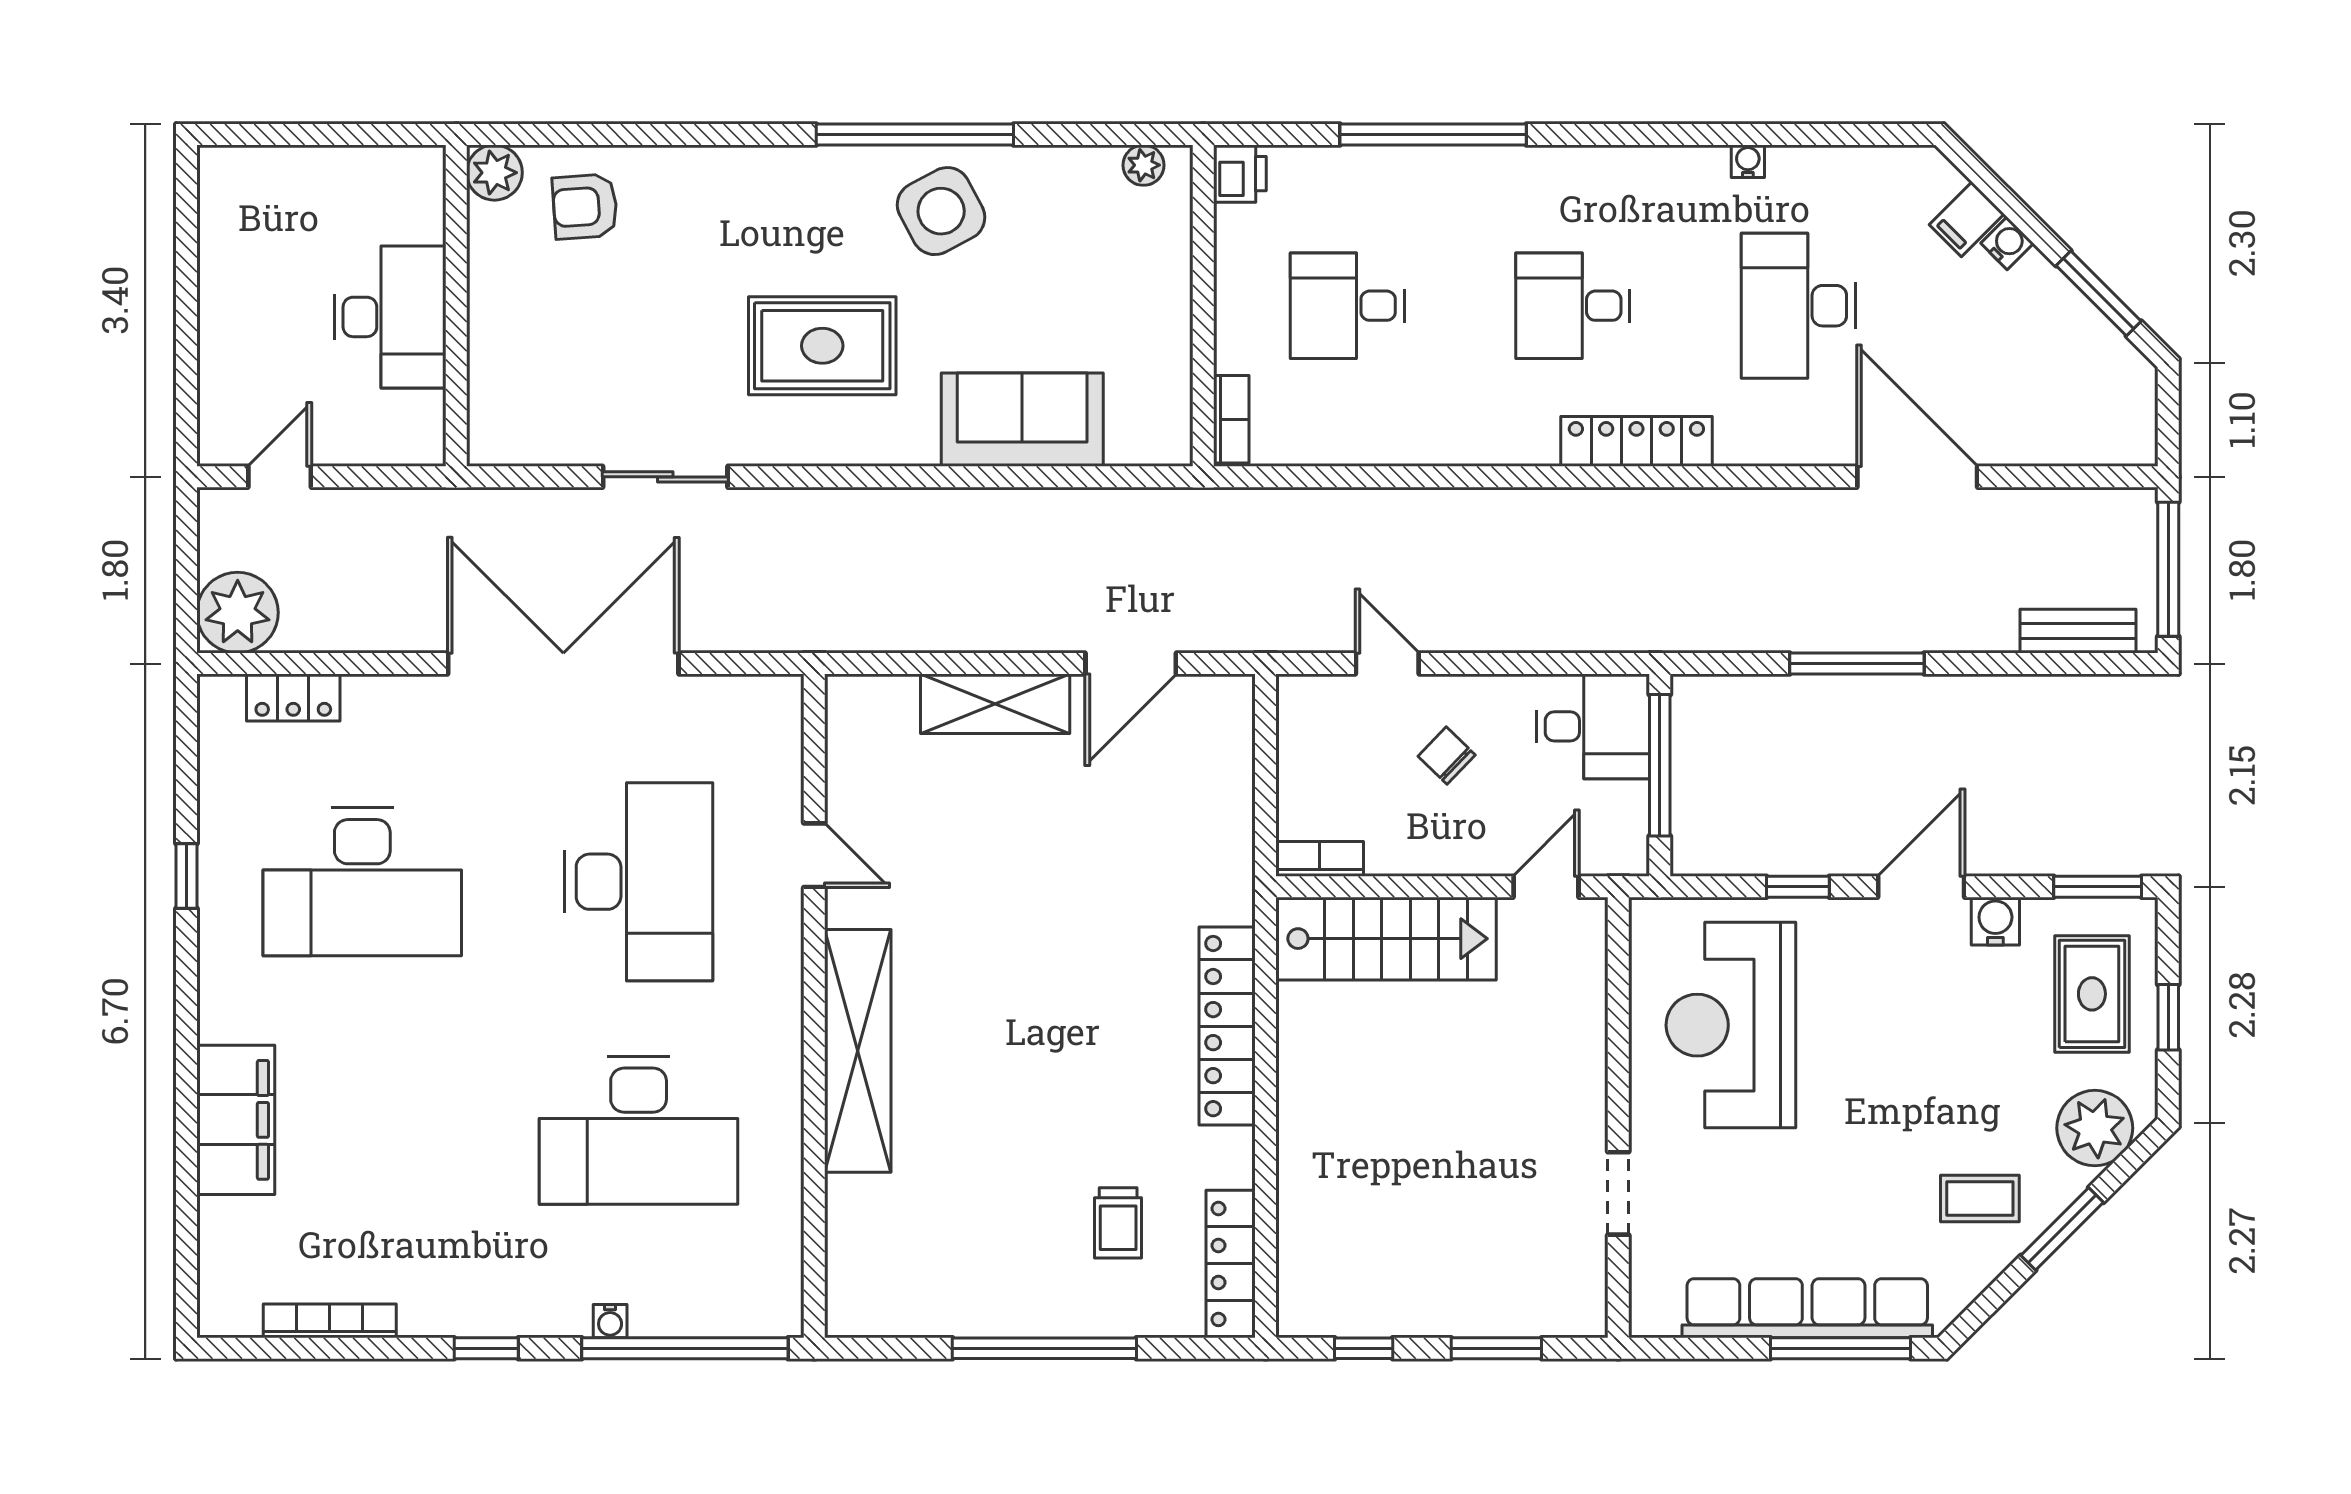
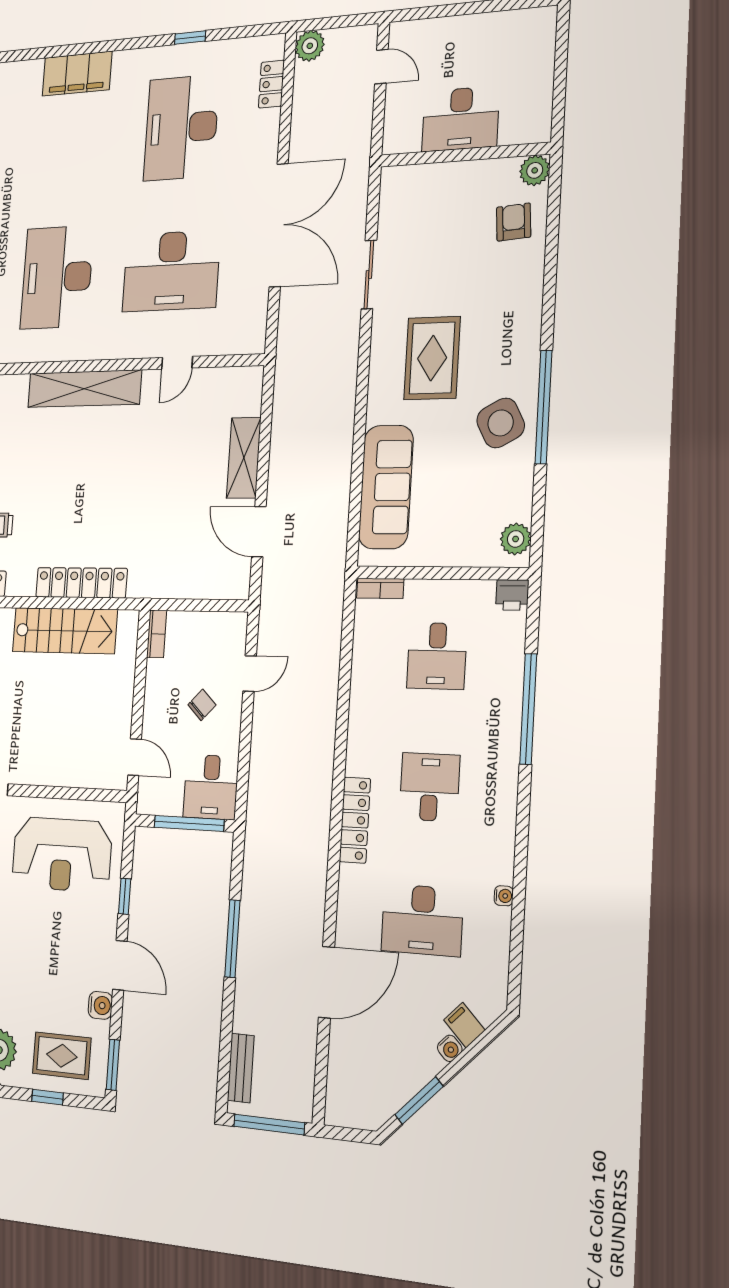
plant: (1143, 165) -> (516, 539), width x1.38, depth x1.38
desk: (1347, 306) -> (437, 656), turned 180
desk: (1799, 306) -> (422, 920), turned 180
sofa: (1022, 420) -> (386, 487), width x1.36
plant: (238, 613) -> (310, 46), width x0.73, depth x0.73
stairs: (1386, 939) -> (65, 631), moved, turned -90
reception desk: (1731, 1025) -> (62, 854), turned 180

